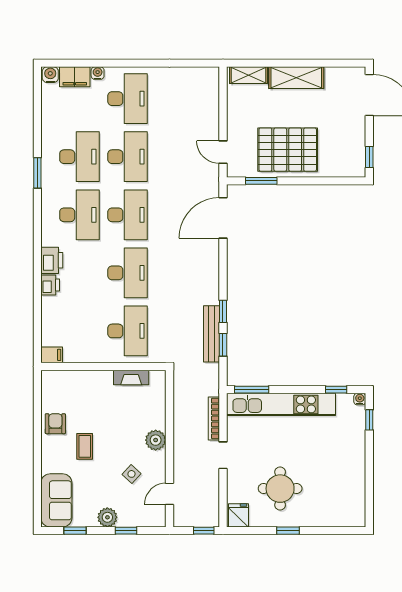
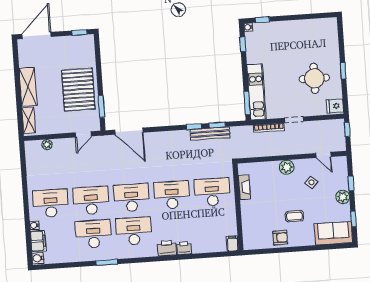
plant: (212, 99) -> (47, 145), added
kitchen unit: (281, 404) -> (257, 92), width x0.73
armchair: (55, 424) -> (280, 238), turned 180

